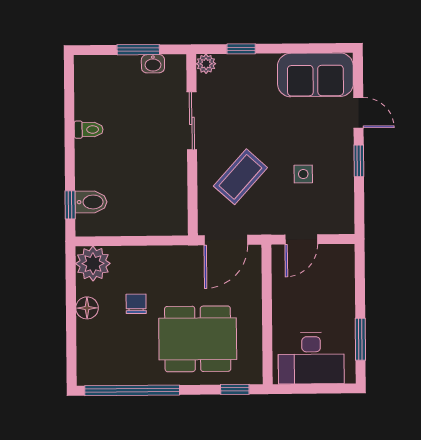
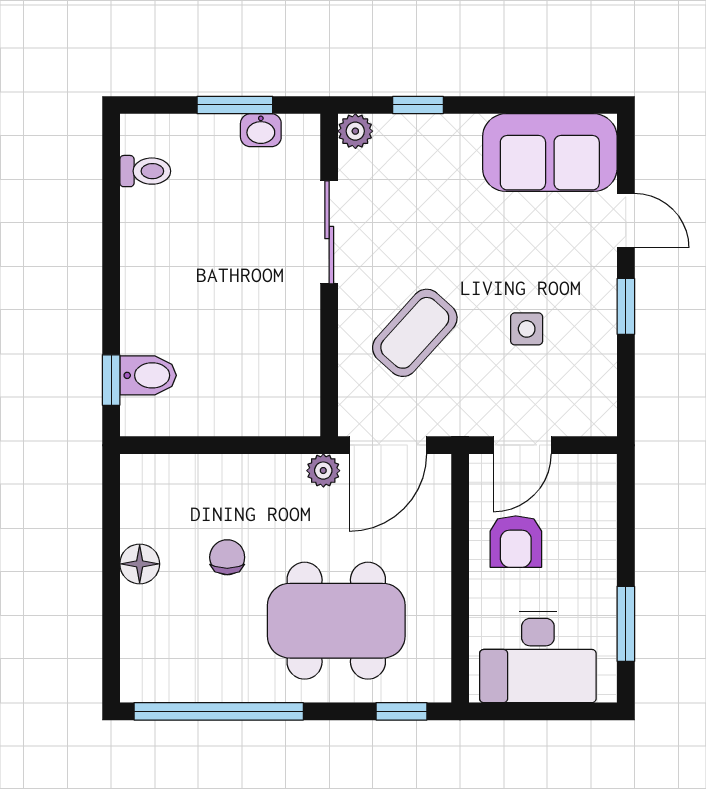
toilet: (89, 130) -> (145, 171), moved
plant: (93, 264) -> (323, 471), moved, width x0.53, depth x0.53
armchair: (298, 294) -> (516, 542), added

